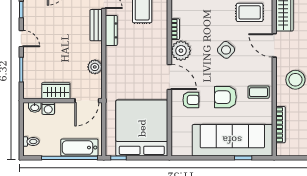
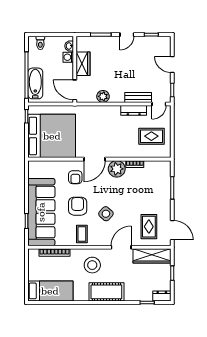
side table: (226, 50) -> (106, 214), moved

